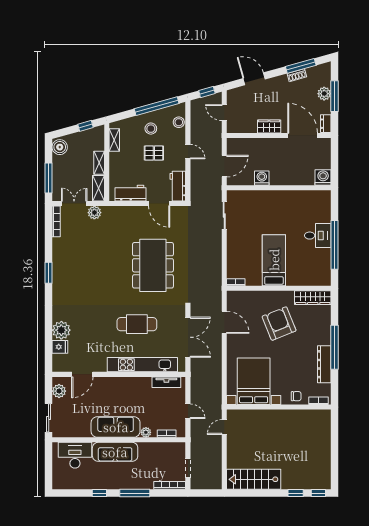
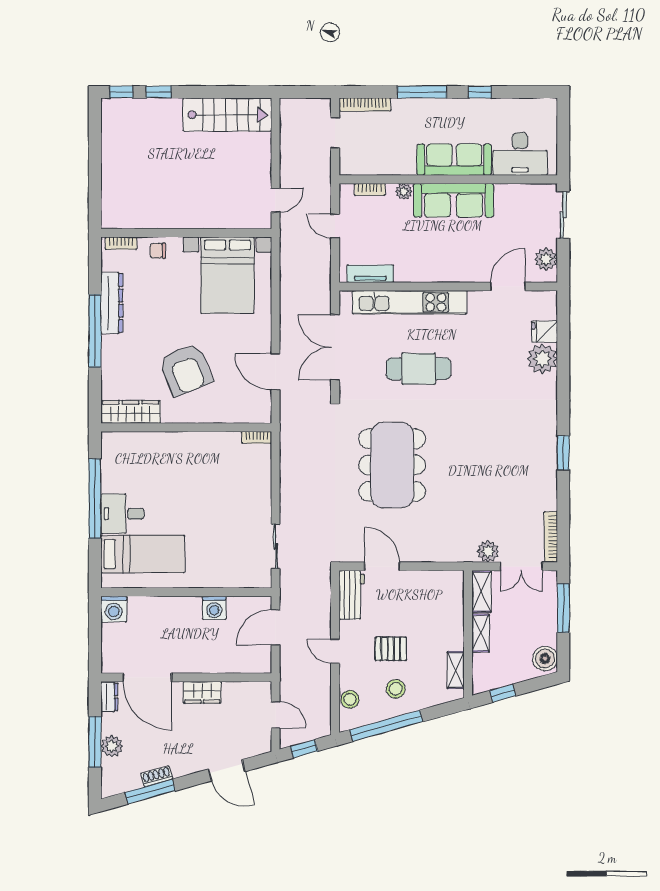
workbench: (131, 193) -> (429, 583), removed
bed: (274, 260) -> (143, 554), moved, turned -90

